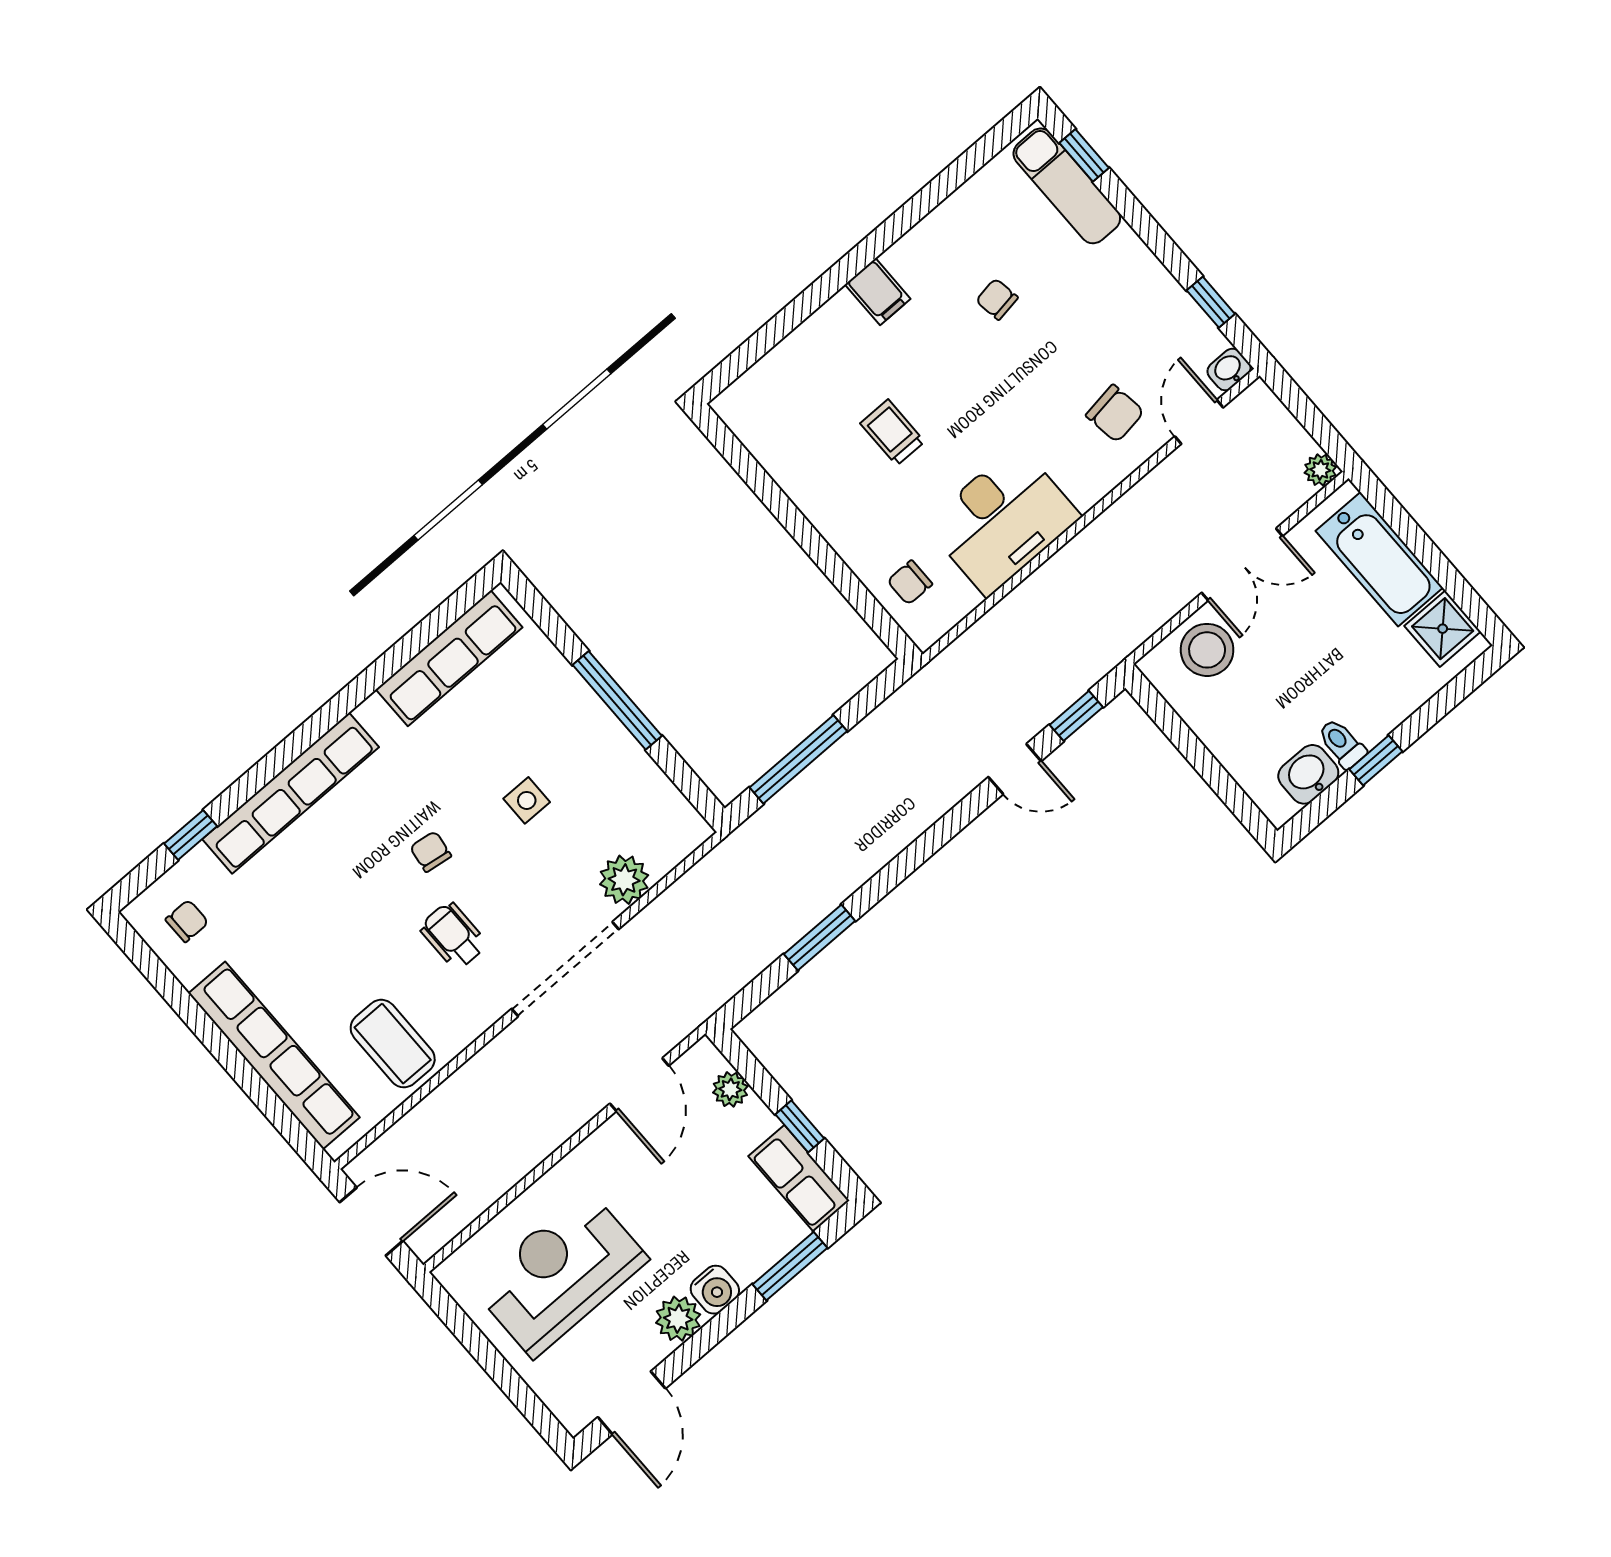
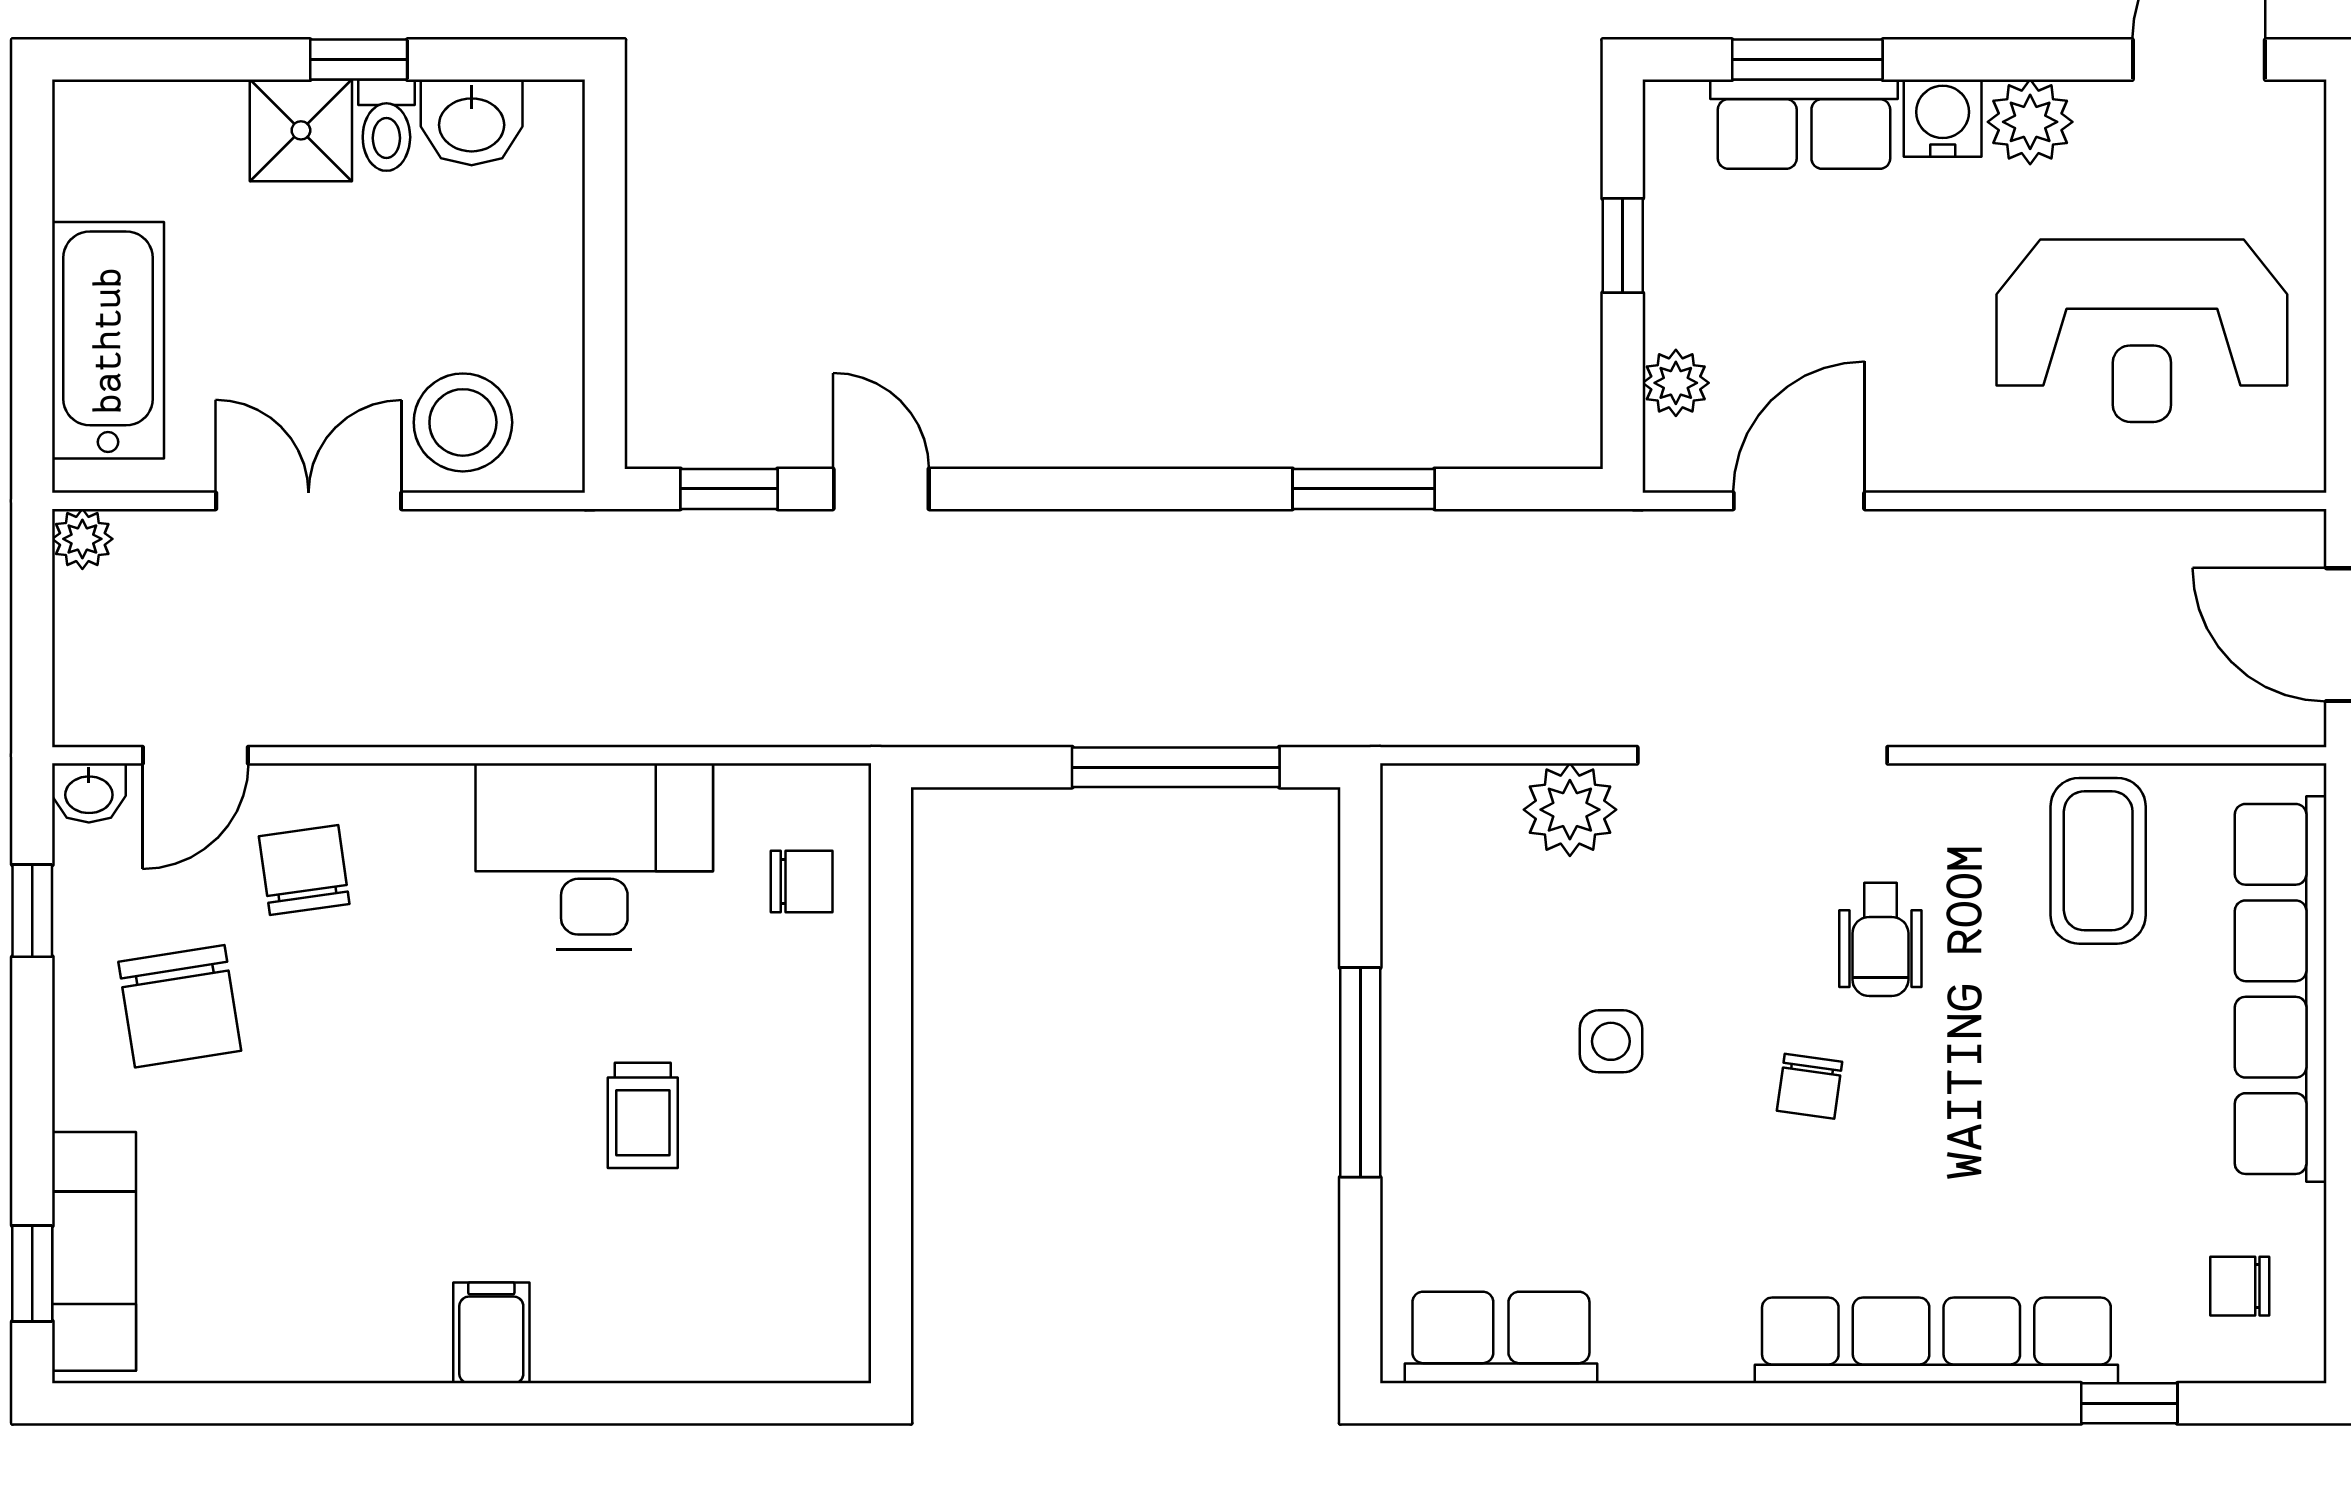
chair: (997, 299) -> (180, 1006), moved, width x1.87, depth x1.87
shower: (1443, 629) -> (301, 130), moved
row of seats: (449, 658) -> (1501, 1338), width x0.68
row of seats: (799, 1178) -> (1804, 124), moved, turned 90

